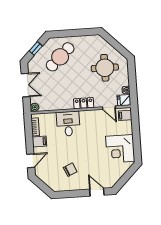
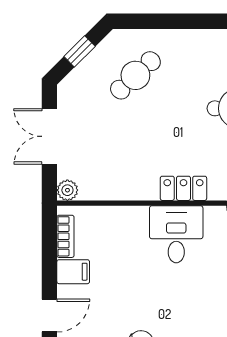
cafe table: (60, 57) -> (135, 75), width x0.73, depth x0.74
double door: (26, 85) -> (49, 136), swing flipped
desk: (68, 124) -> (176, 234), moved

